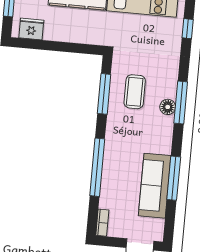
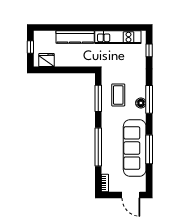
sofa: (155, 186) -> (135, 148), width x1.36, depth x1.27

